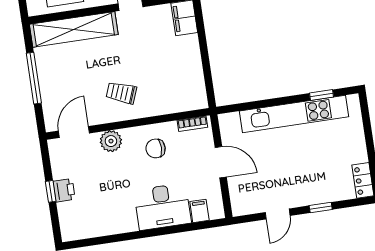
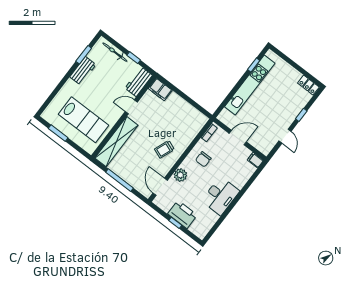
printer: (64, 190) -> (182, 214), width x1.87, depth x1.48
desk: (163, 207) -> (220, 196), moved
filing cabinet: (199, 211) -> (255, 160), moved

